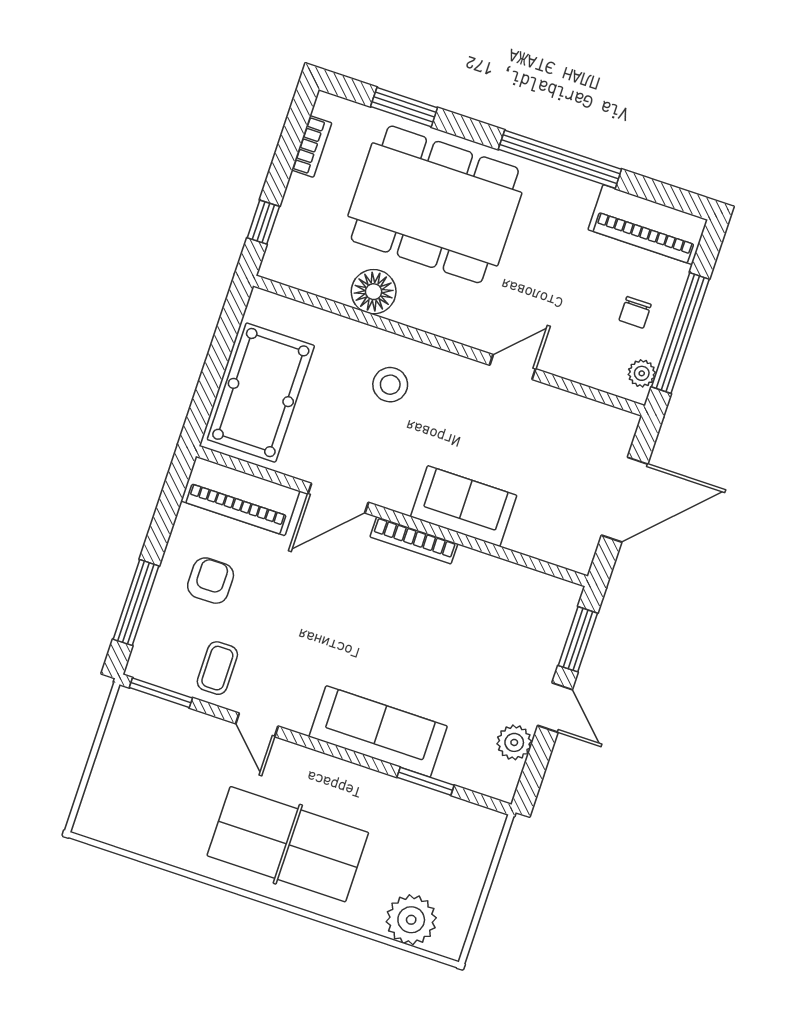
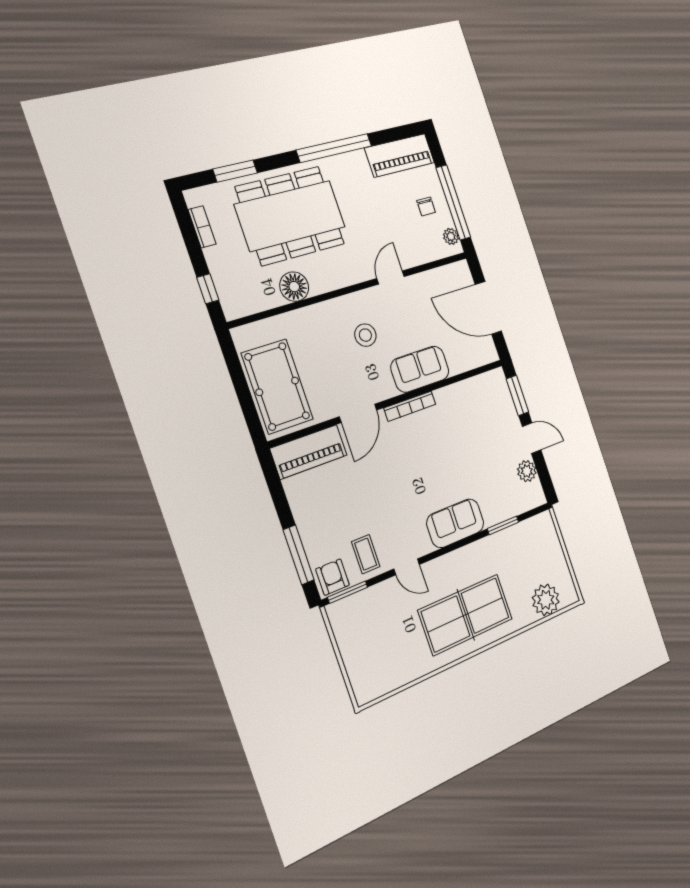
stool: (390, 385) -> (365, 335), moved
door: (625, 500) -> (488, 308), swing flipped
armchair: (211, 581) -> (333, 577), moved
sofa: (378, 731) -> (455, 523), width x0.73

